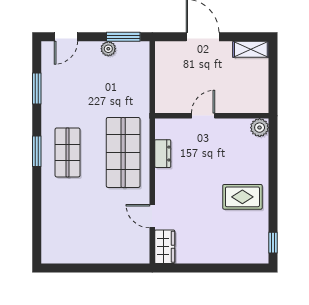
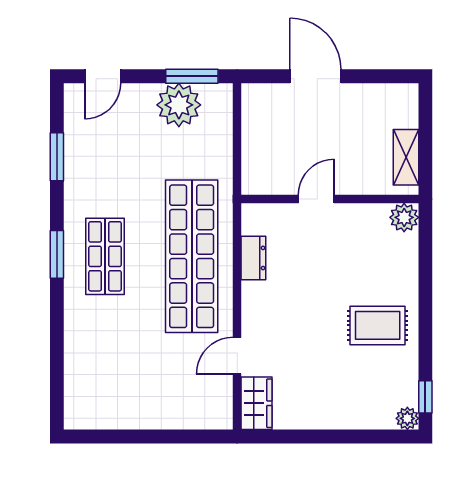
plant: (108, 49) -> (179, 105), width x1.88, depth x1.88
shelving: (251, 49) -> (406, 157), moved, turned 90
shop shelf: (123, 152) -> (192, 256), width x1.40
door: (152, 216) -> (237, 356), hinge flipped
plant: (262, 257) -> (407, 418), added

